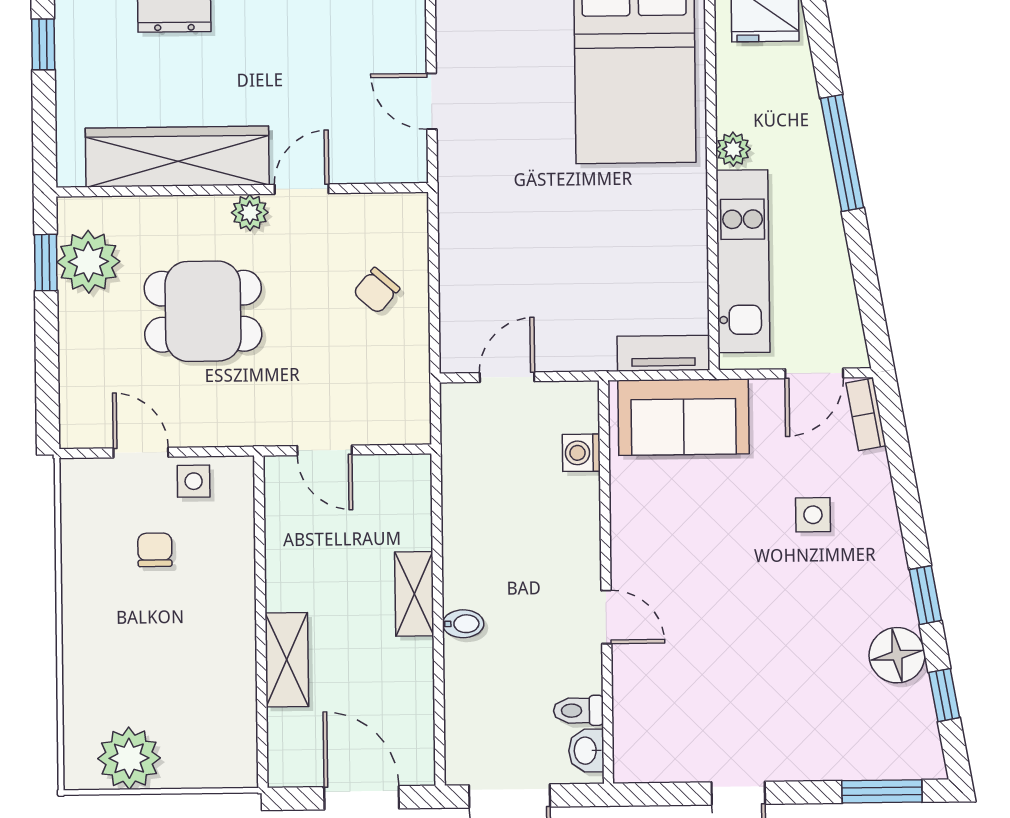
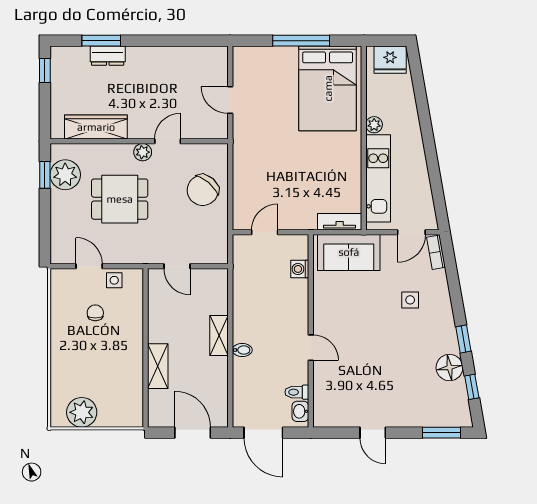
window: (842, 153) -> (426, 127), removed
wardrobe: (177, 157) -> (96, 127), width x0.71, depth x0.85
chair: (376, 291) -> (203, 190), width x1.87, depth x1.87

